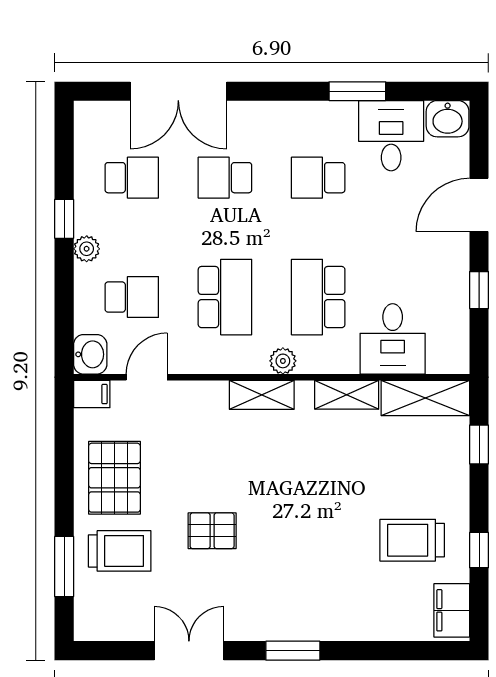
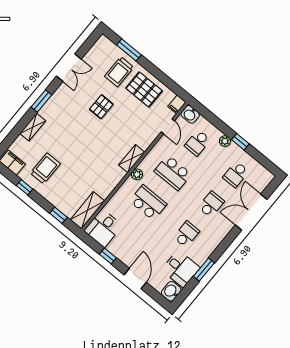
desk: (393, 339) -> (103, 228), moved, turned -90
shelving: (347, 395) -> (33, 127), moved

